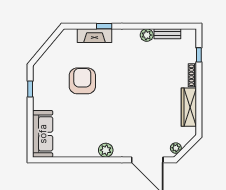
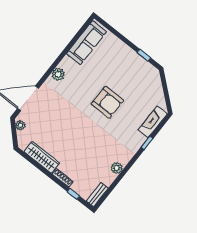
bench: (167, 34) -> (97, 195), moved
fireplace: (95, 36) -> (153, 122), moved
armchair: (82, 81) -> (107, 102), moved
sofa: (43, 134) -> (86, 43), moved, turned -90

